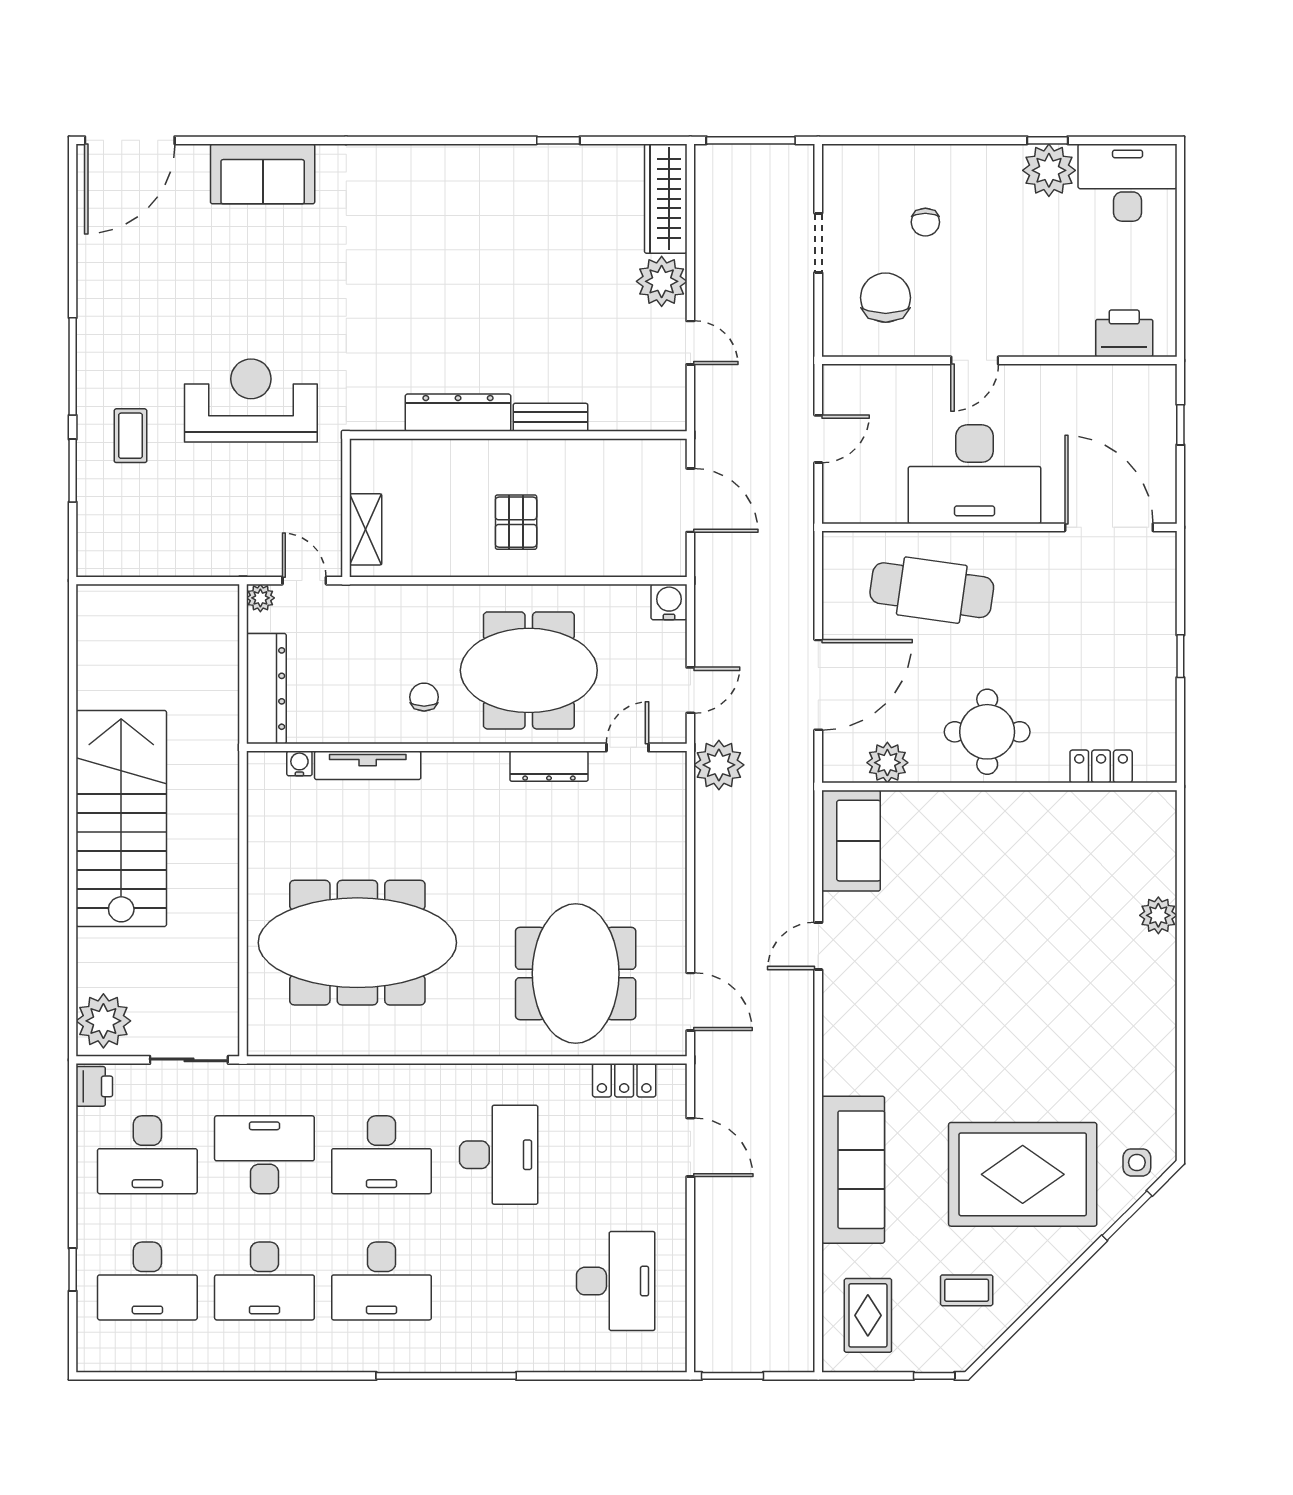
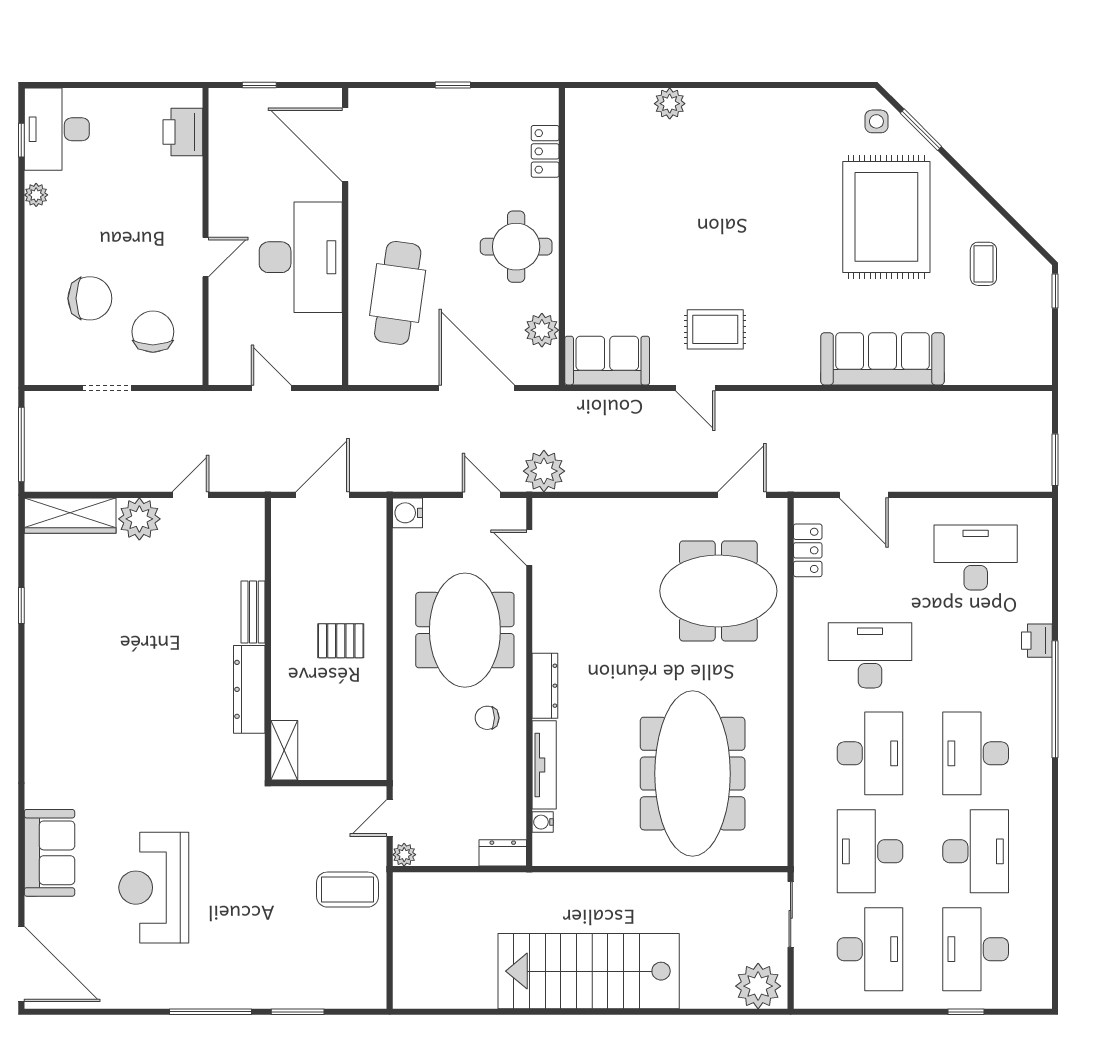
window: (1047, 140) -> (21, 140), moved
plant: (1049, 170) -> (36, 195), width x0.53, depth x0.53
chair: (925, 222) -> (90, 298), width x1.87, depth x1.87
chair: (886, 298) -> (153, 332), turned 90
door: (975, 360) -> (205, 257), hinge flipped
reception desk: (251, 401) -> (154, 888), moved
coffee table: (130, 436) -> (348, 890), moved, width x1.36, depth x1.30
door: (1109, 527) -> (345, 145), hinge flipped
shelving: (366, 529) -> (284, 750), moved, turned 90
dresser: (266, 689) -> (503, 853), width x0.51, depth x0.80
dresser: (549, 766) -> (545, 686), moved
printer: (94, 1086) -> (1037, 641), moved, turned -90
door: (690, 1147) -> (864, 495), swing flipped
desk: (147, 1281) -> (976, 949), turned 180
desk: (382, 1281) -> (976, 753), turned 180
rug: (868, 1315) -> (715, 329), moved

